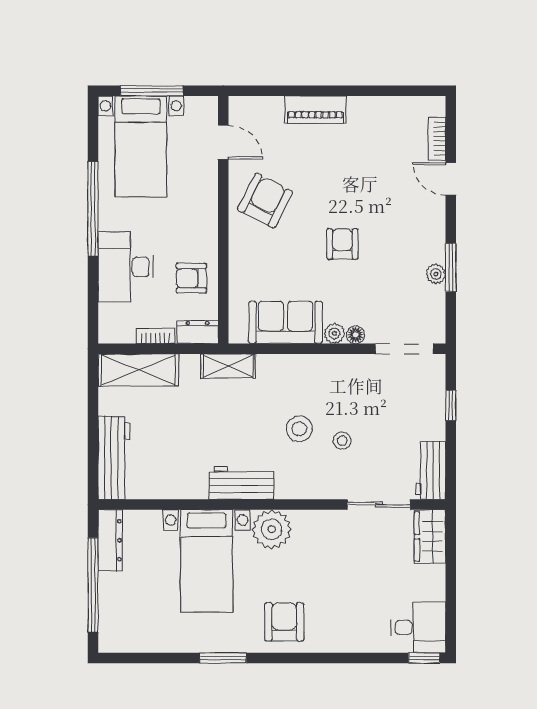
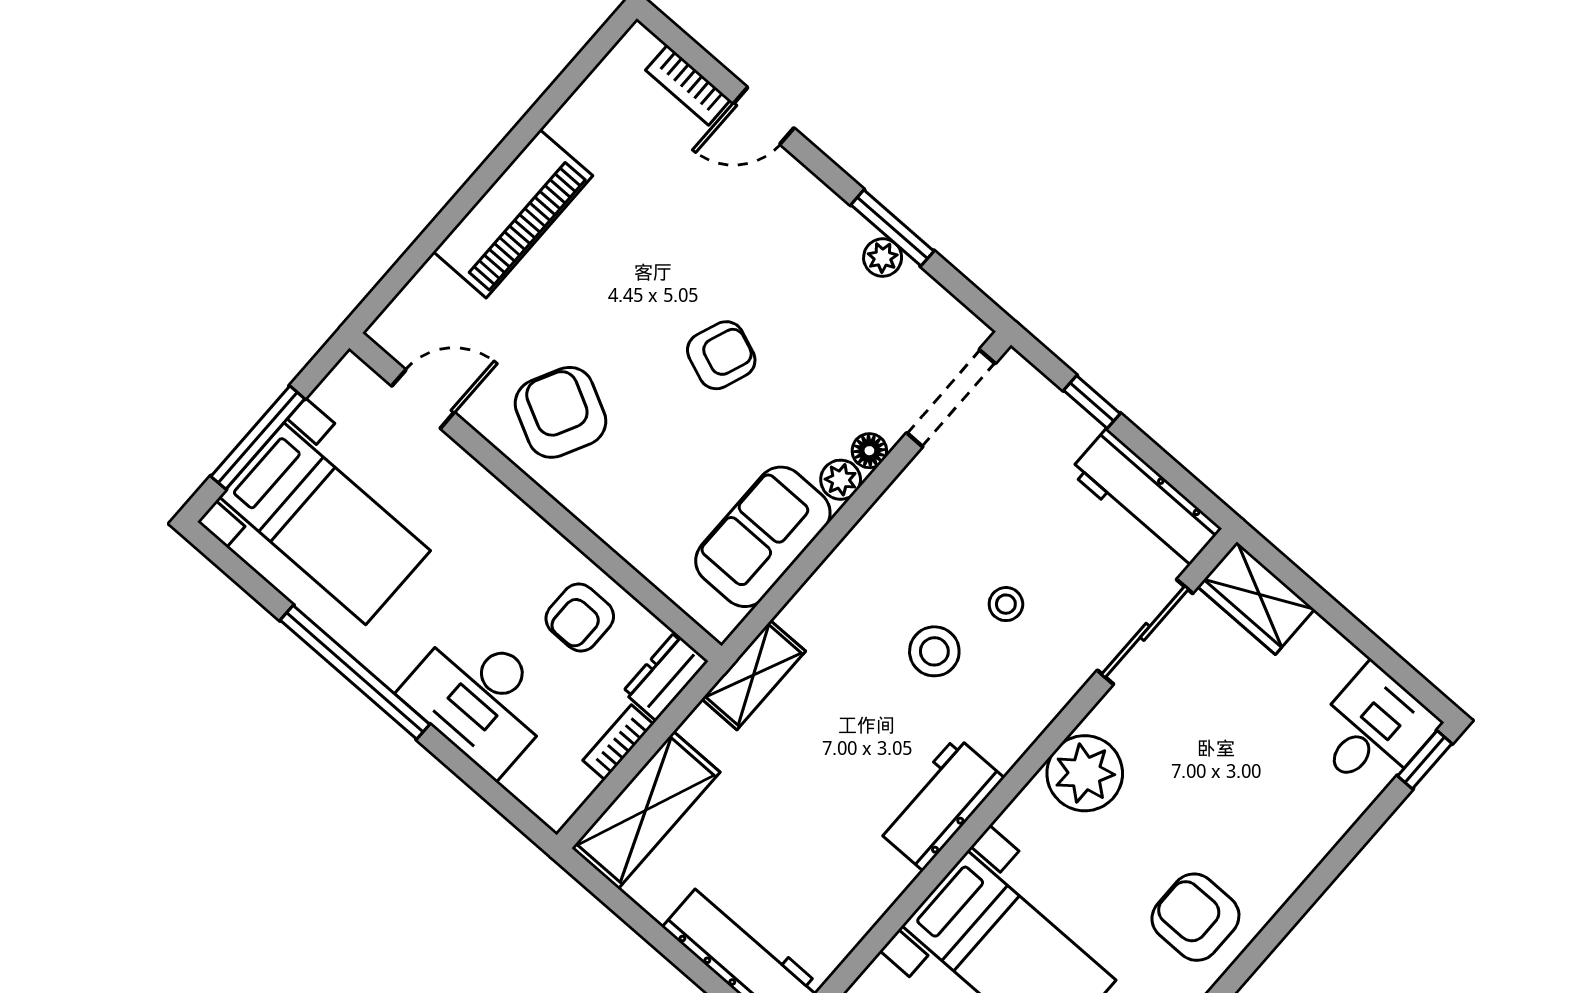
piano: (315, 110) -> (513, 214), width x1.37, depth x1.33
armchair: (342, 244) -> (721, 355), turned 111
workbench: (431, 471) -> (1145, 500), width x1.38
plant: (272, 529) -> (1085, 773), moved

